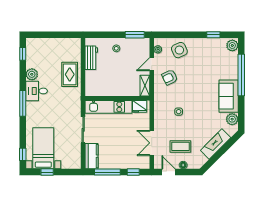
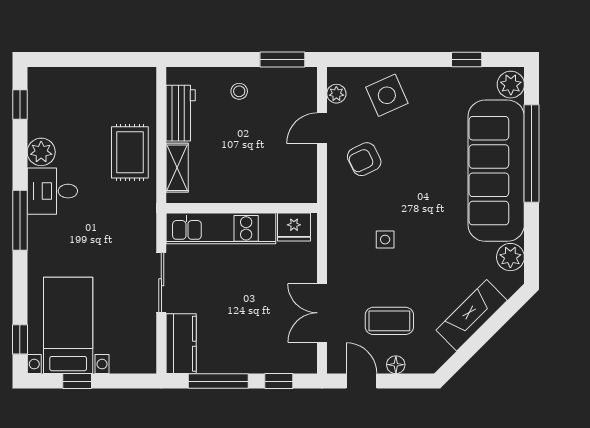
shelving: (145, 86) -> (177, 168), moved
sofa: (229, 96) -> (496, 171), width x1.85, depth x1.27

